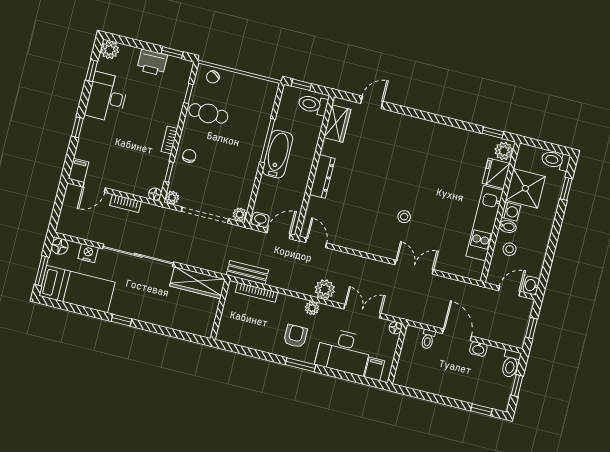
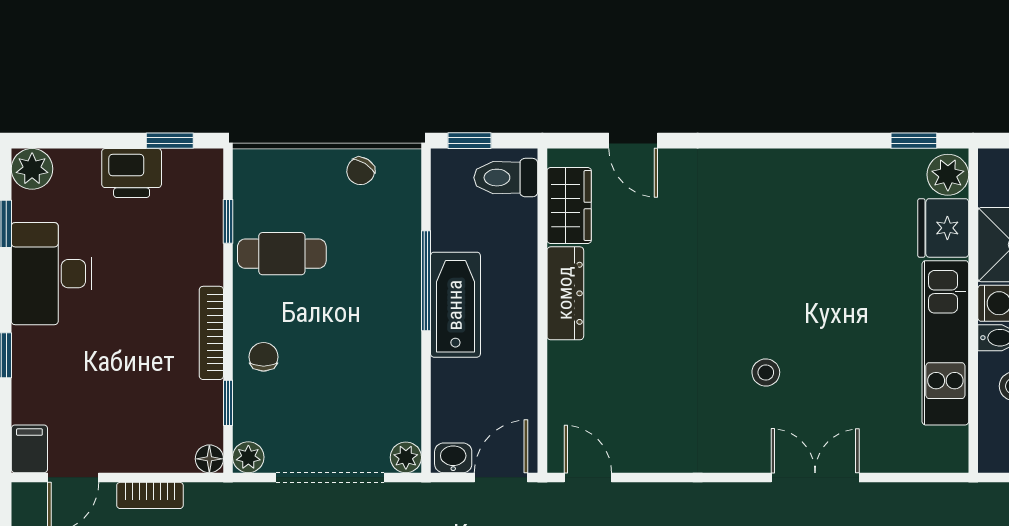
chair: (213, 77) -> (361, 171), moved
door: (372, 102) -> (633, 141), swing flipped
bookcase: (169, 140) -> (211, 333), width x1.56
dresser: (322, 176) -> (565, 293), moved

